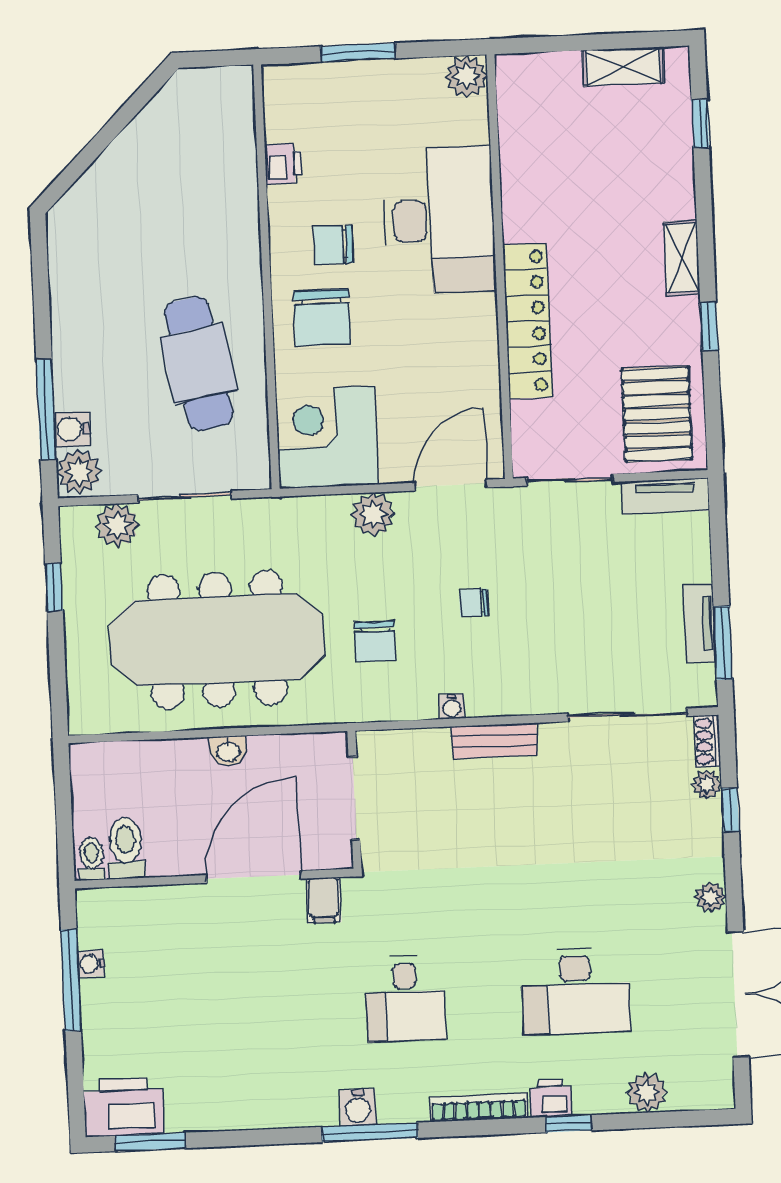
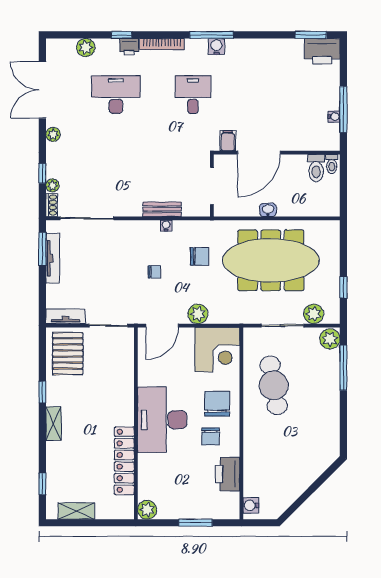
printer: (283, 164) -> (227, 474), width x1.87, depth x1.48
desk: (439, 220) -> (162, 420), moved
chair: (333, 245) -> (211, 436), turned 90
locker: (528, 321) -> (124, 461), moved
water cooler: (72, 429) -> (251, 505), moved, turned 180
tv unit: (699, 623) -> (53, 258), width x1.41
chair: (375, 641) -> (200, 256), turned 90
bench: (495, 741) -> (162, 209), moved

